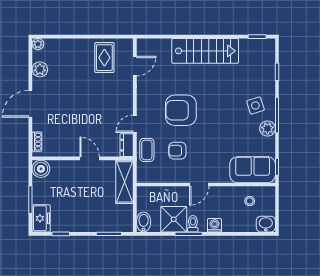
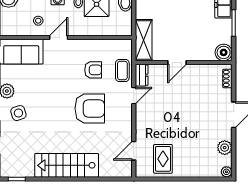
door: (90, 158) -> (177, 62), hinge flipped
door: (199, 185) -> (59, 37), moved
stool: (250, 201) -> (38, 21), moved

